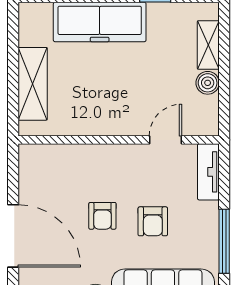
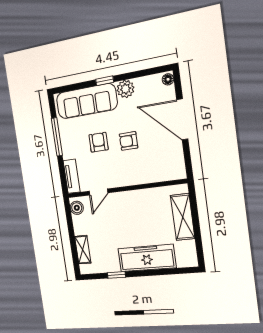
boiler: (208, 83) -> (77, 208), moved
armchair: (102, 216) -> (129, 141), turned -90

